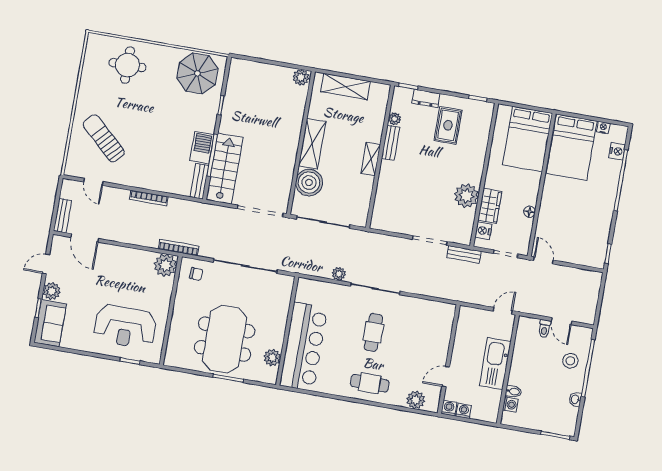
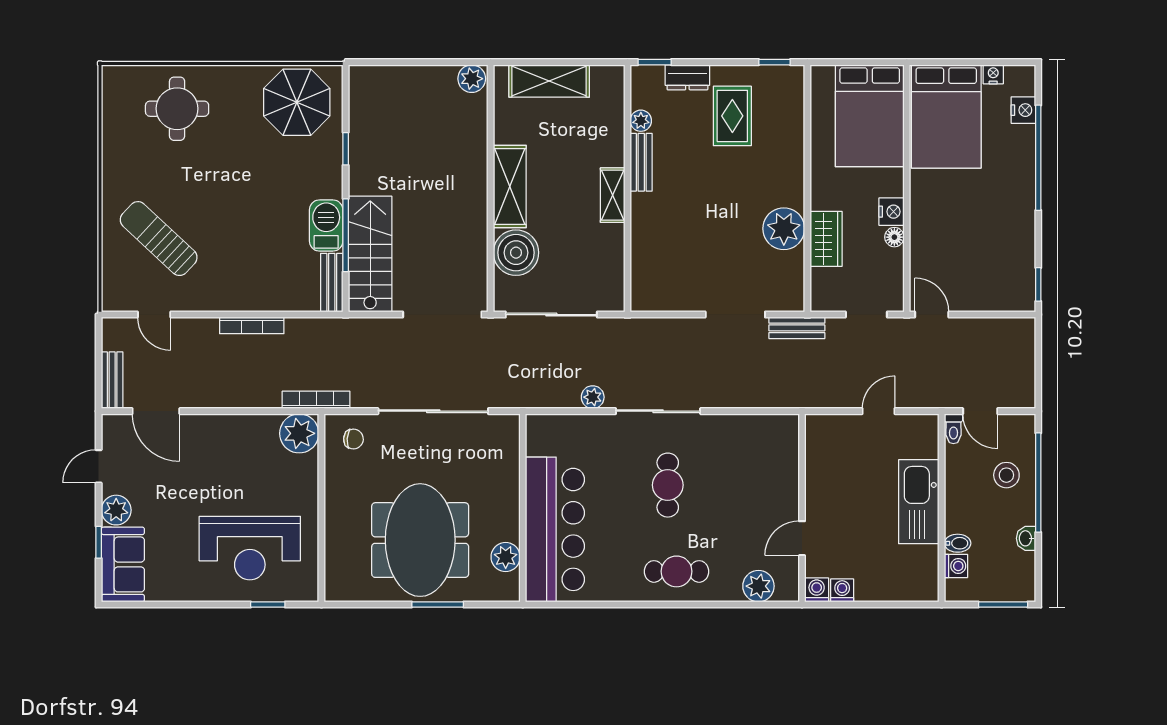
nightstand: (483, 231) -> (891, 212), moved, turned 180
kitchen sink: (495, 364) -> (919, 502), moved
wall: (508, 369) -> (942, 508), moved
bidet: (513, 391) -> (958, 543), moved
washing machine: (510, 404) -> (956, 566), moved

